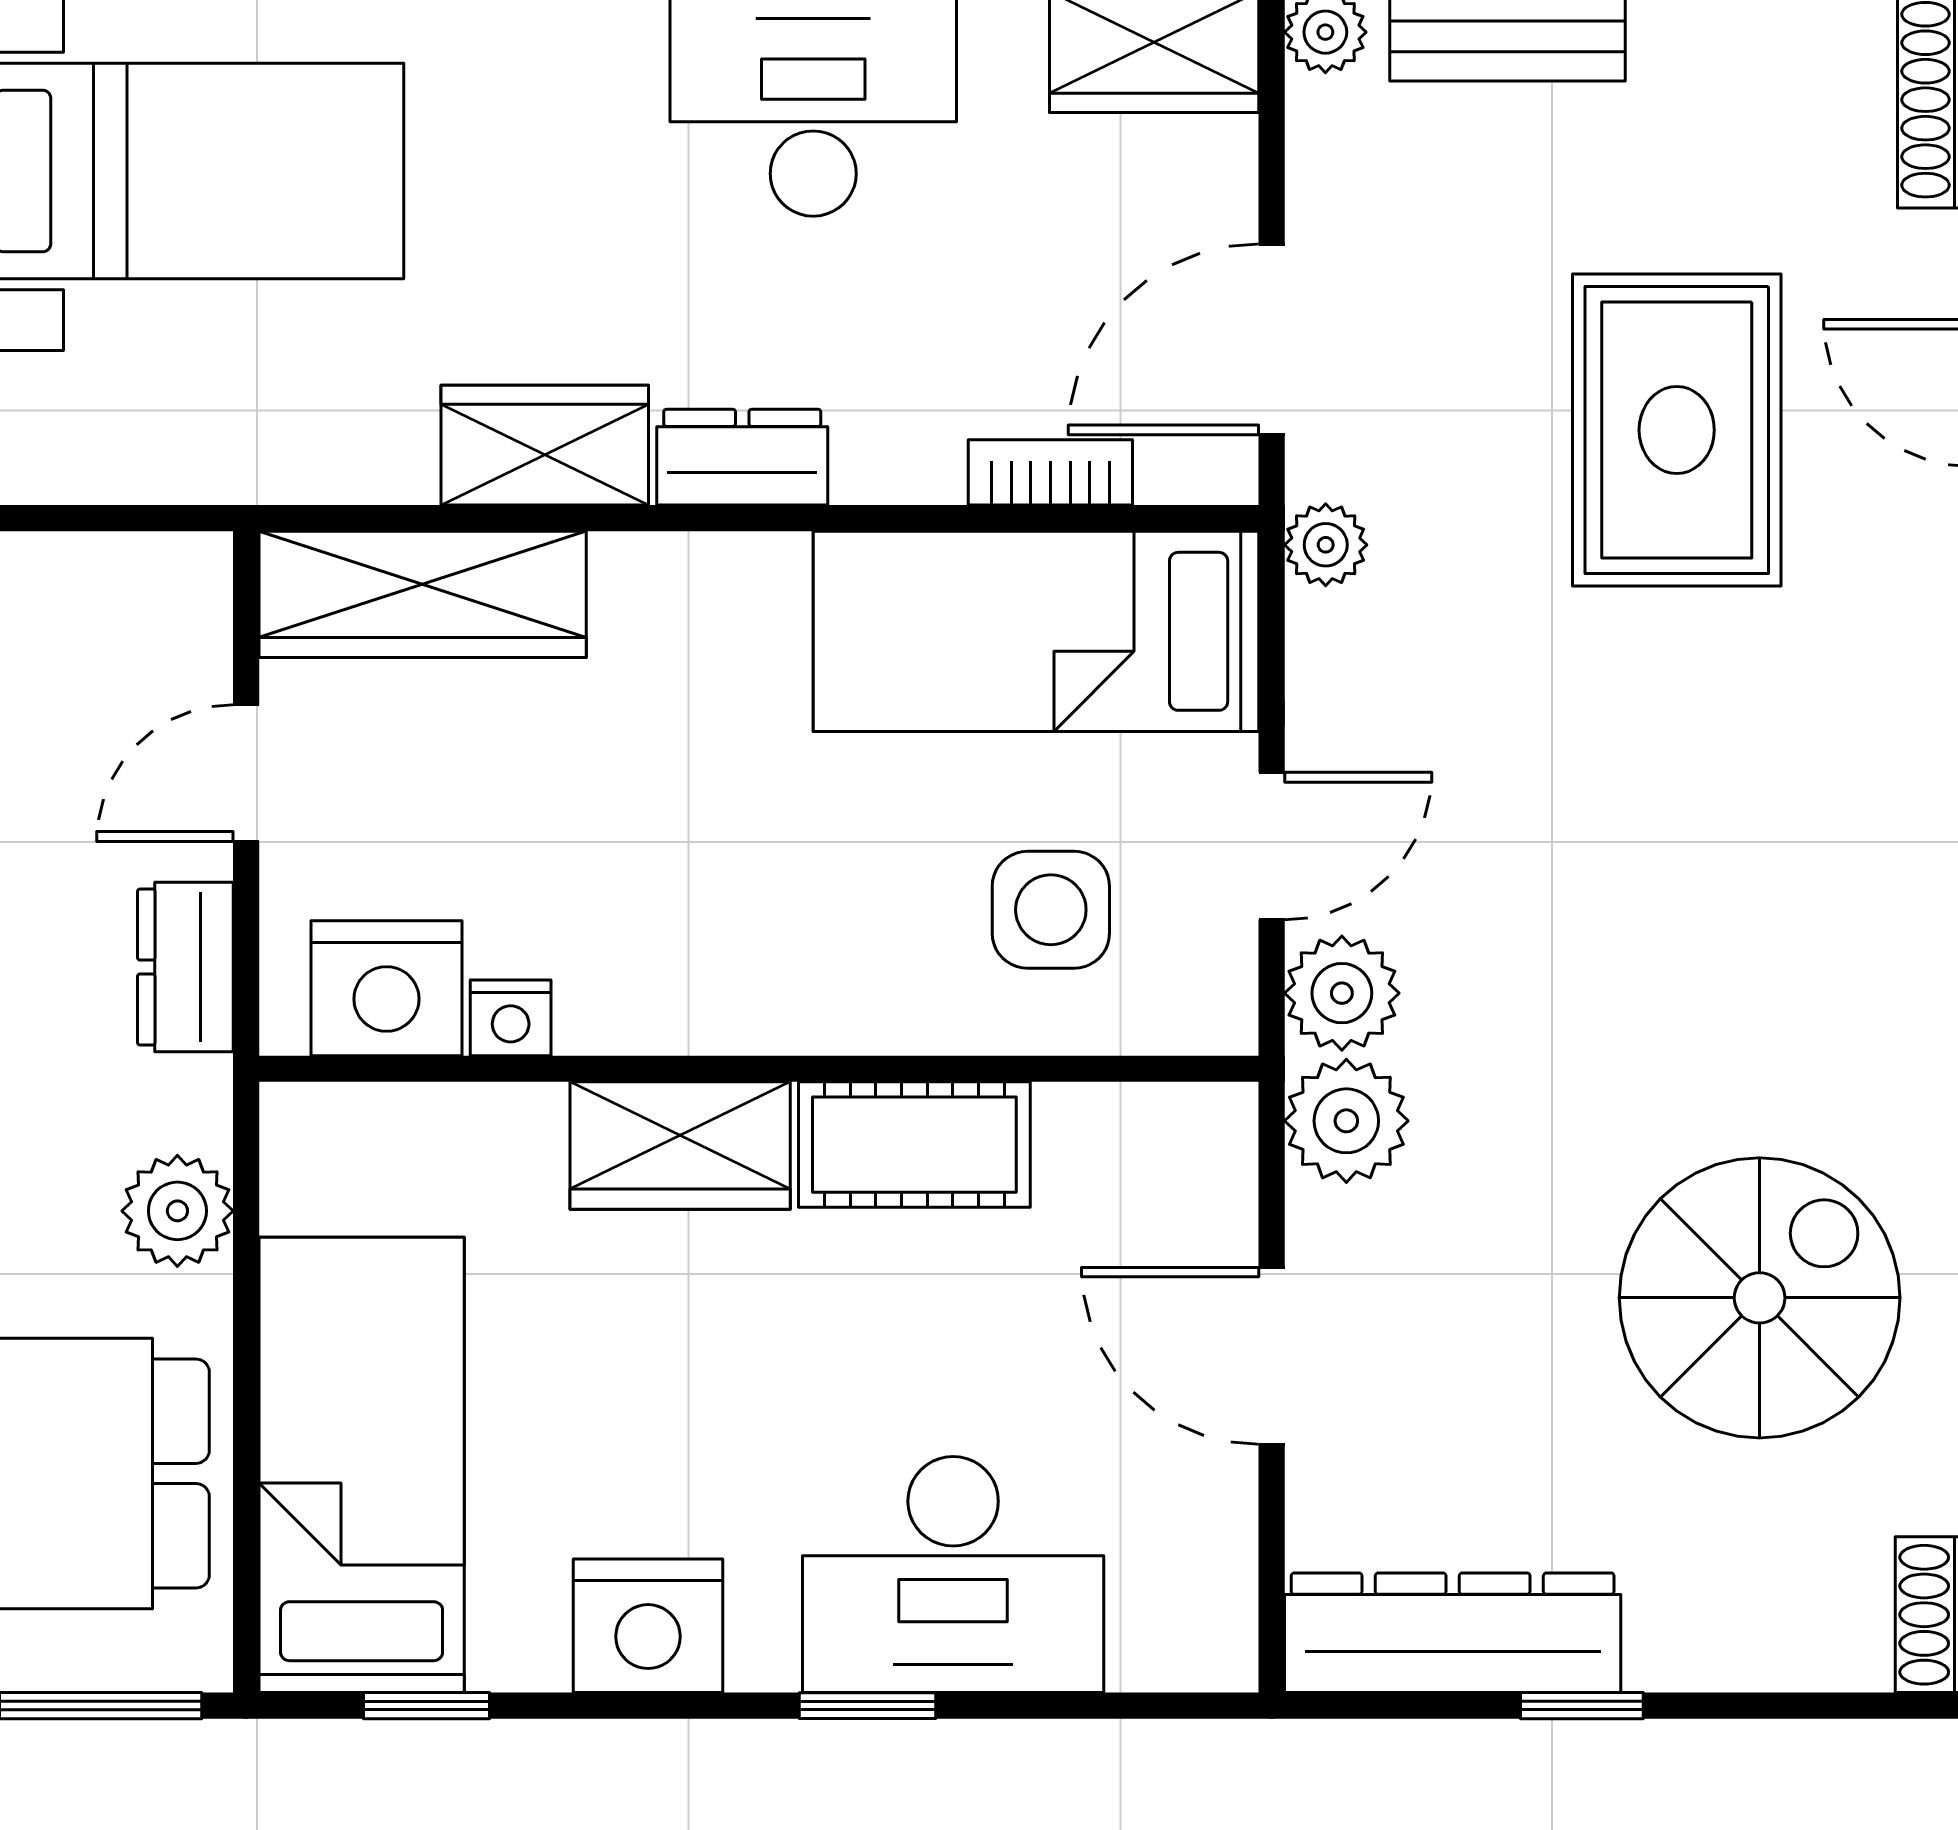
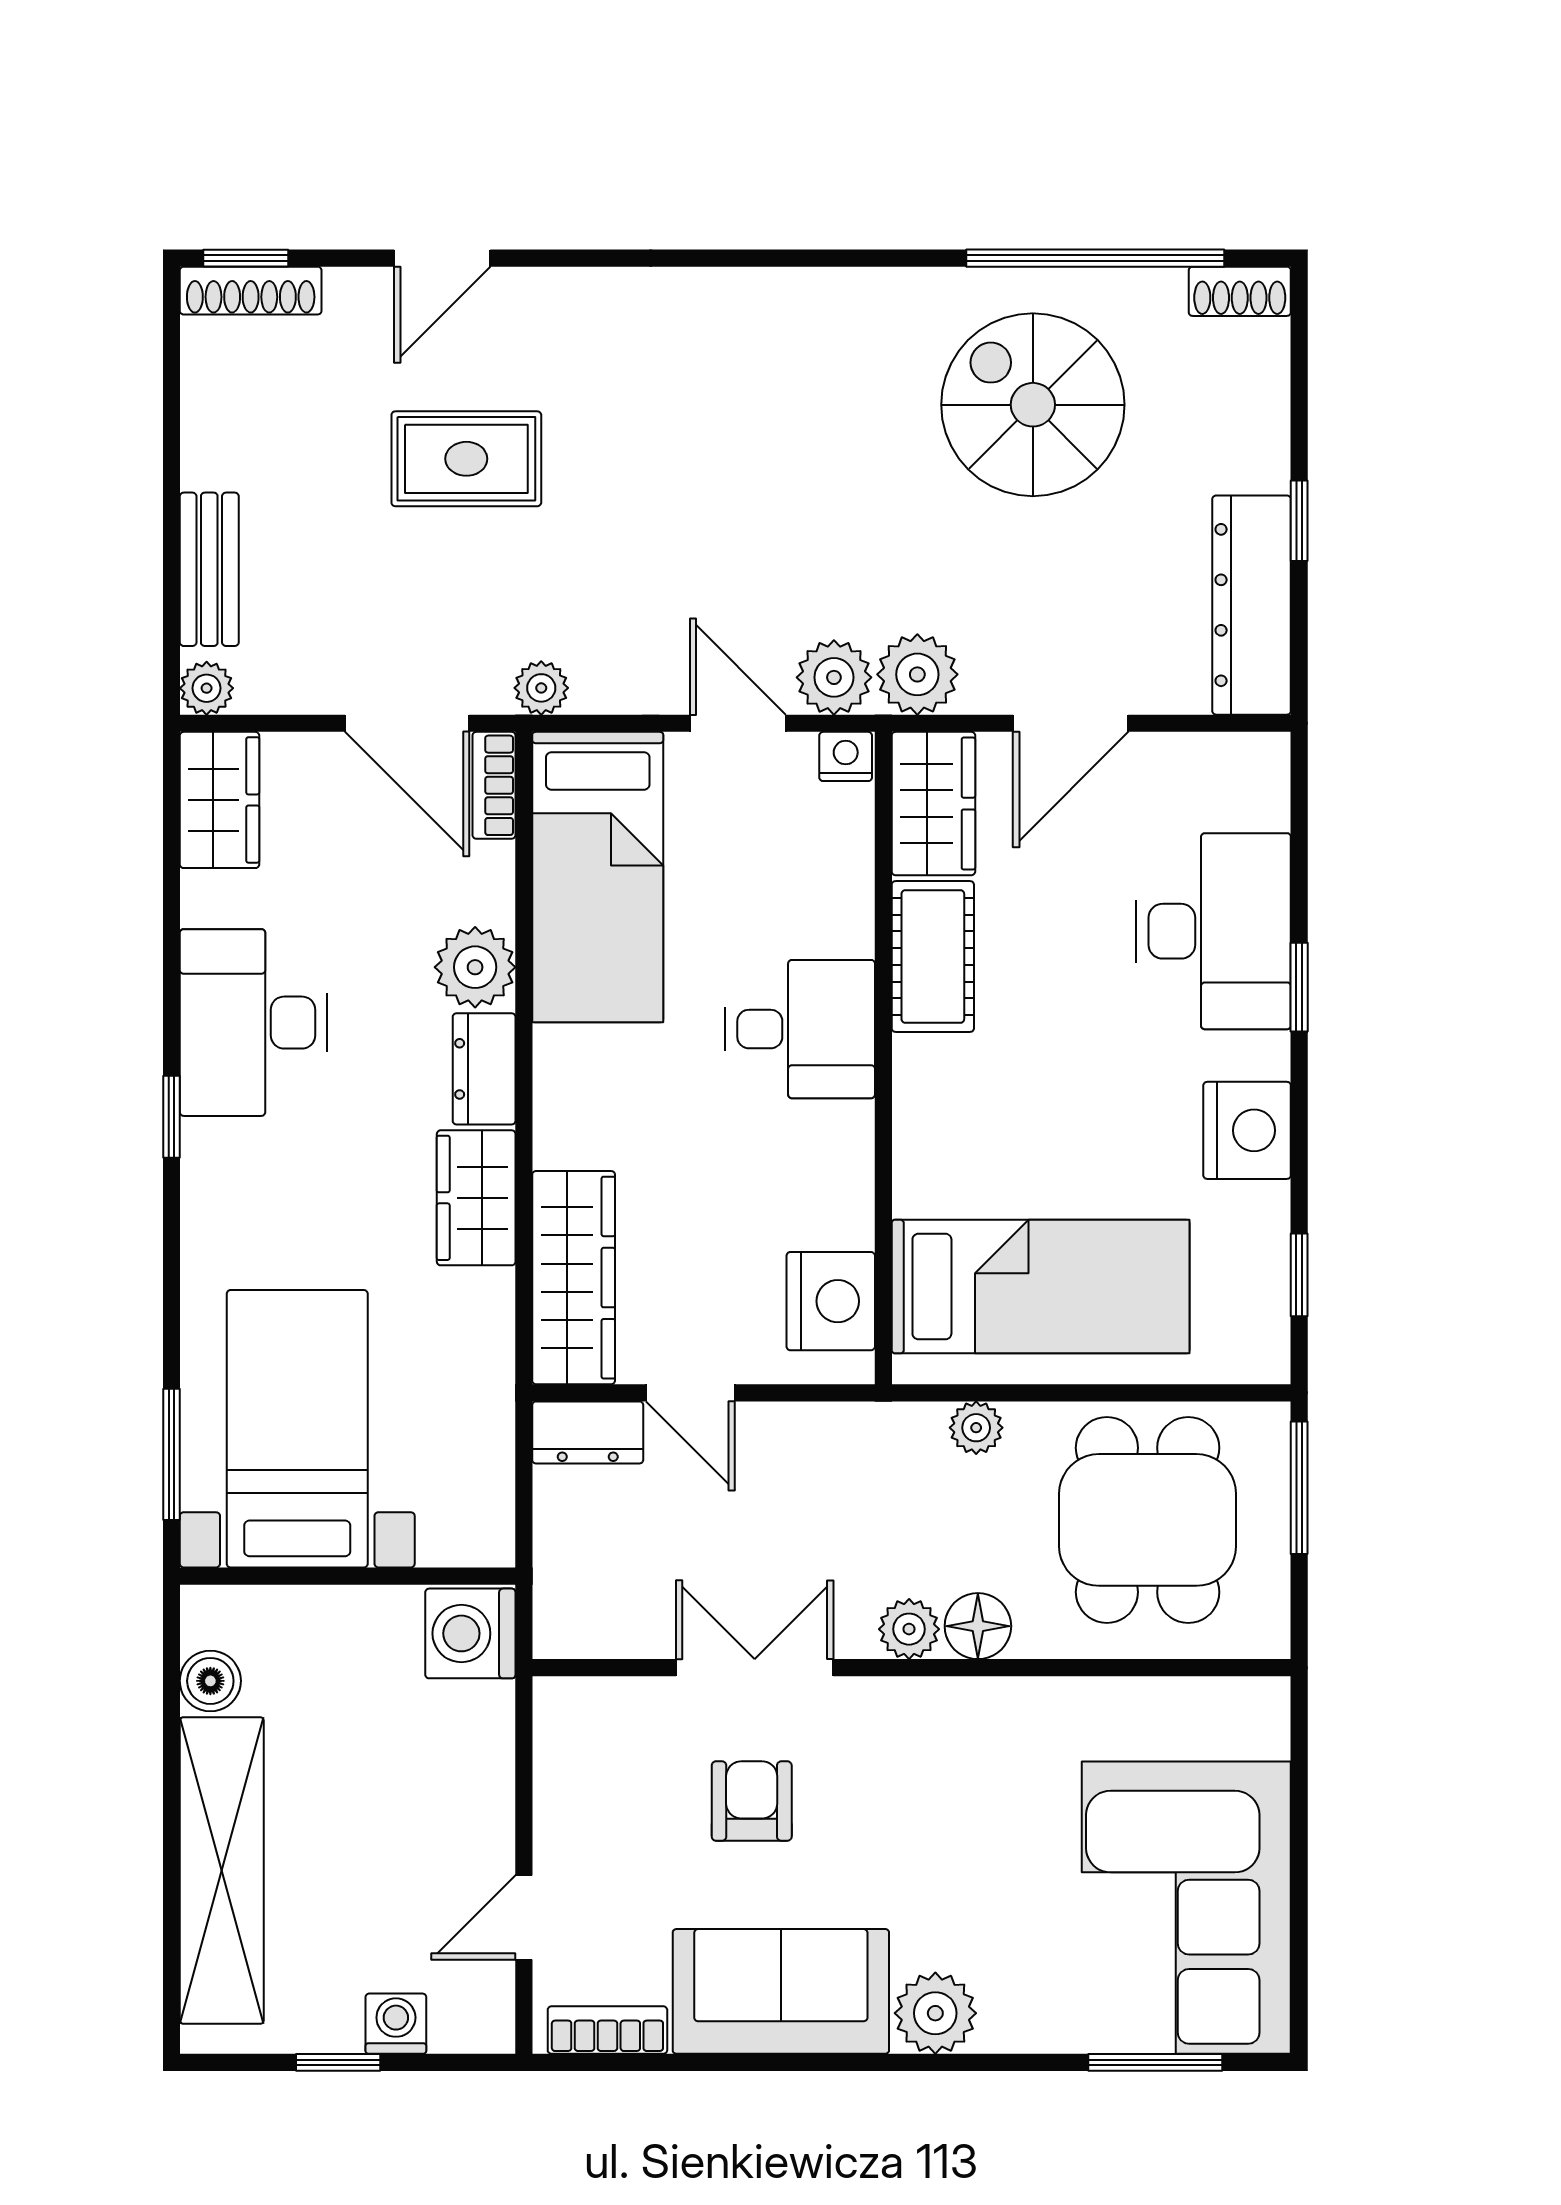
rug: (1677, 430) -> (466, 459), width x0.73, depth x0.70
plant: (898, 443) -> (475, 967), added
bookcase: (1050, 472) -> (494, 785), moved
side table: (1051, 910) -> (780, 867), removed
desk: (803, 941) -> (800, 1029), added
dresser: (185, 967) -> (588, 1432), moved
nightstand: (511, 1018) -> (846, 756), moved, turned -90
wardrobe: (680, 1145) -> (933, 804), moved
plant: (177, 1211) -> (976, 1428), width x0.73, depth x0.73
bed: (362, 1465) -> (1041, 1287), moved, turned 180

